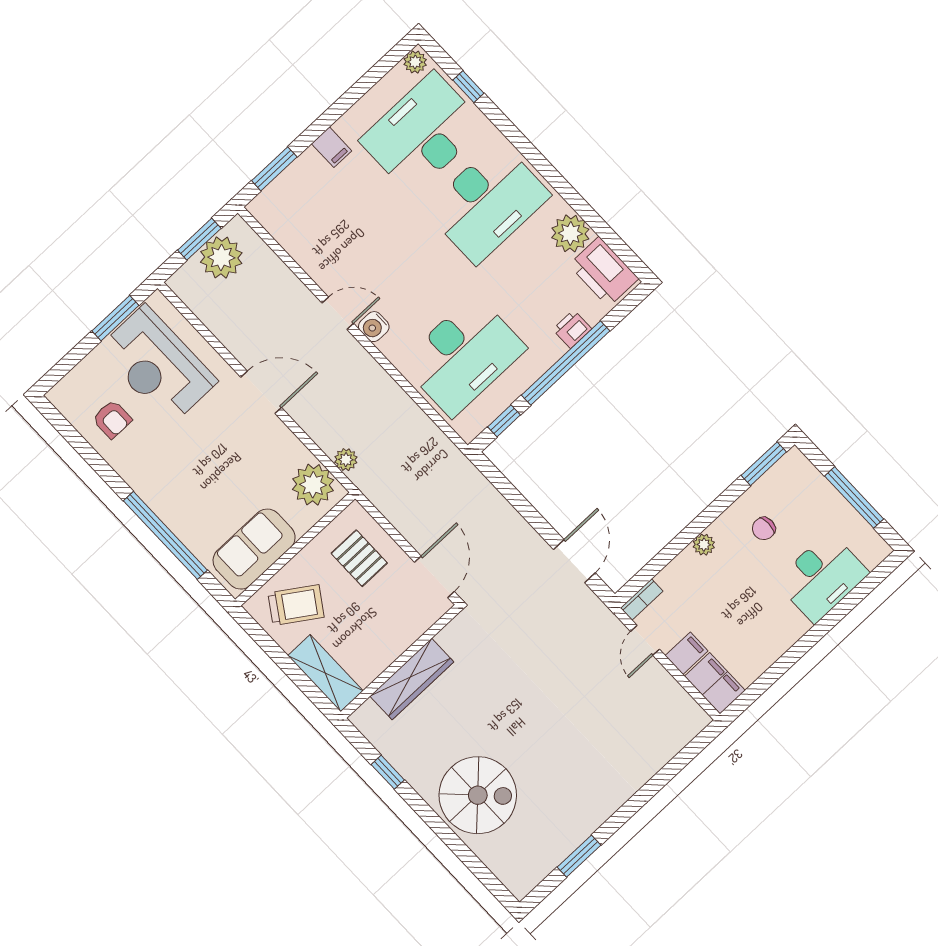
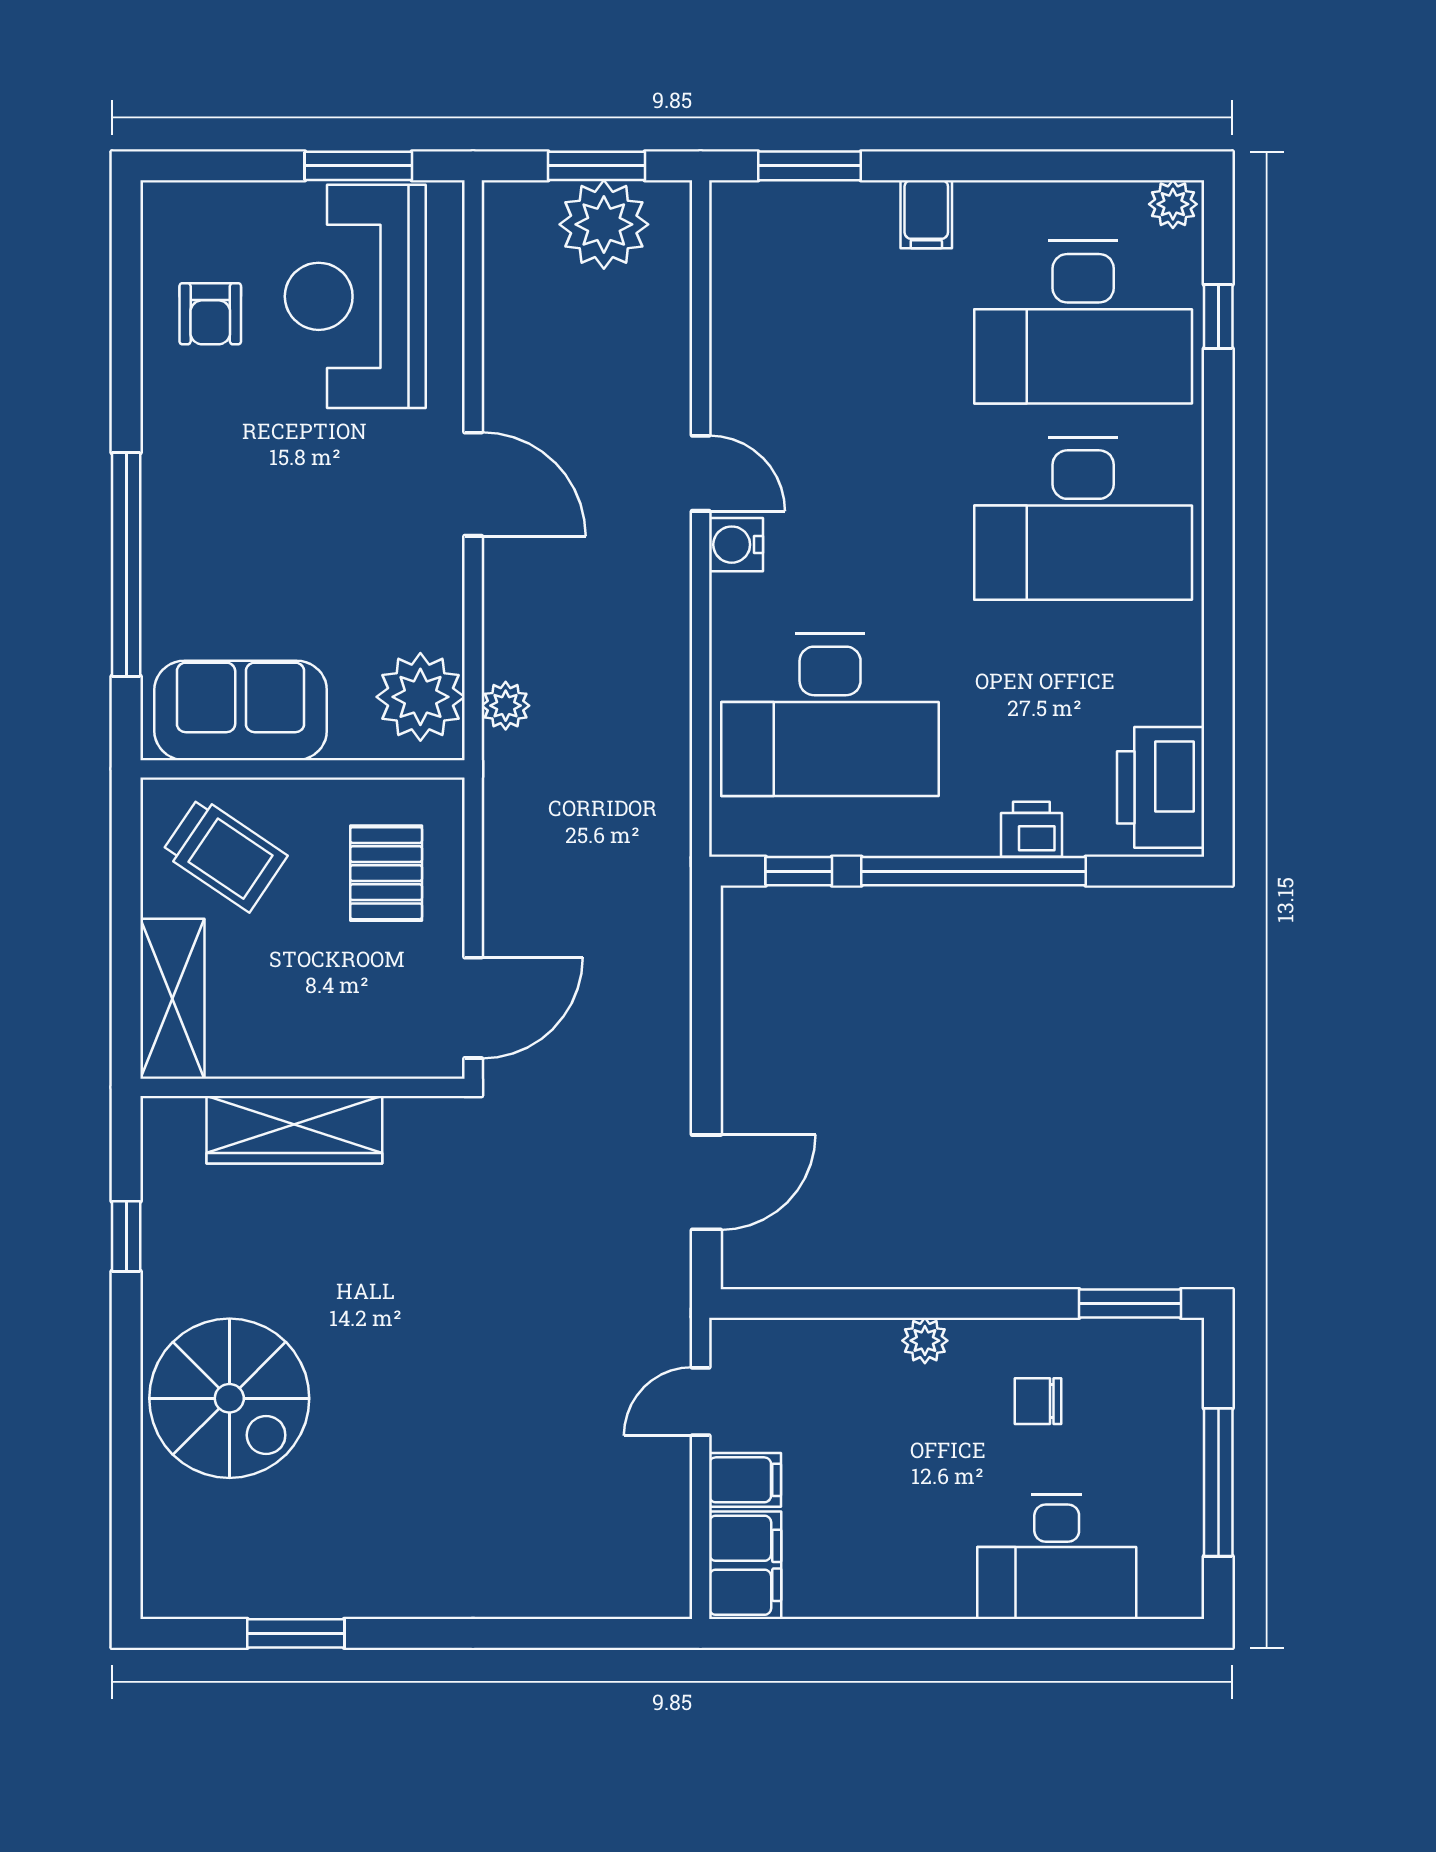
desk: (423, 133) -> (1083, 322), turned 180
plant: (570, 233) -> (1164, 682), removed
bookcase: (642, 600) -> (753, 1335), removed

